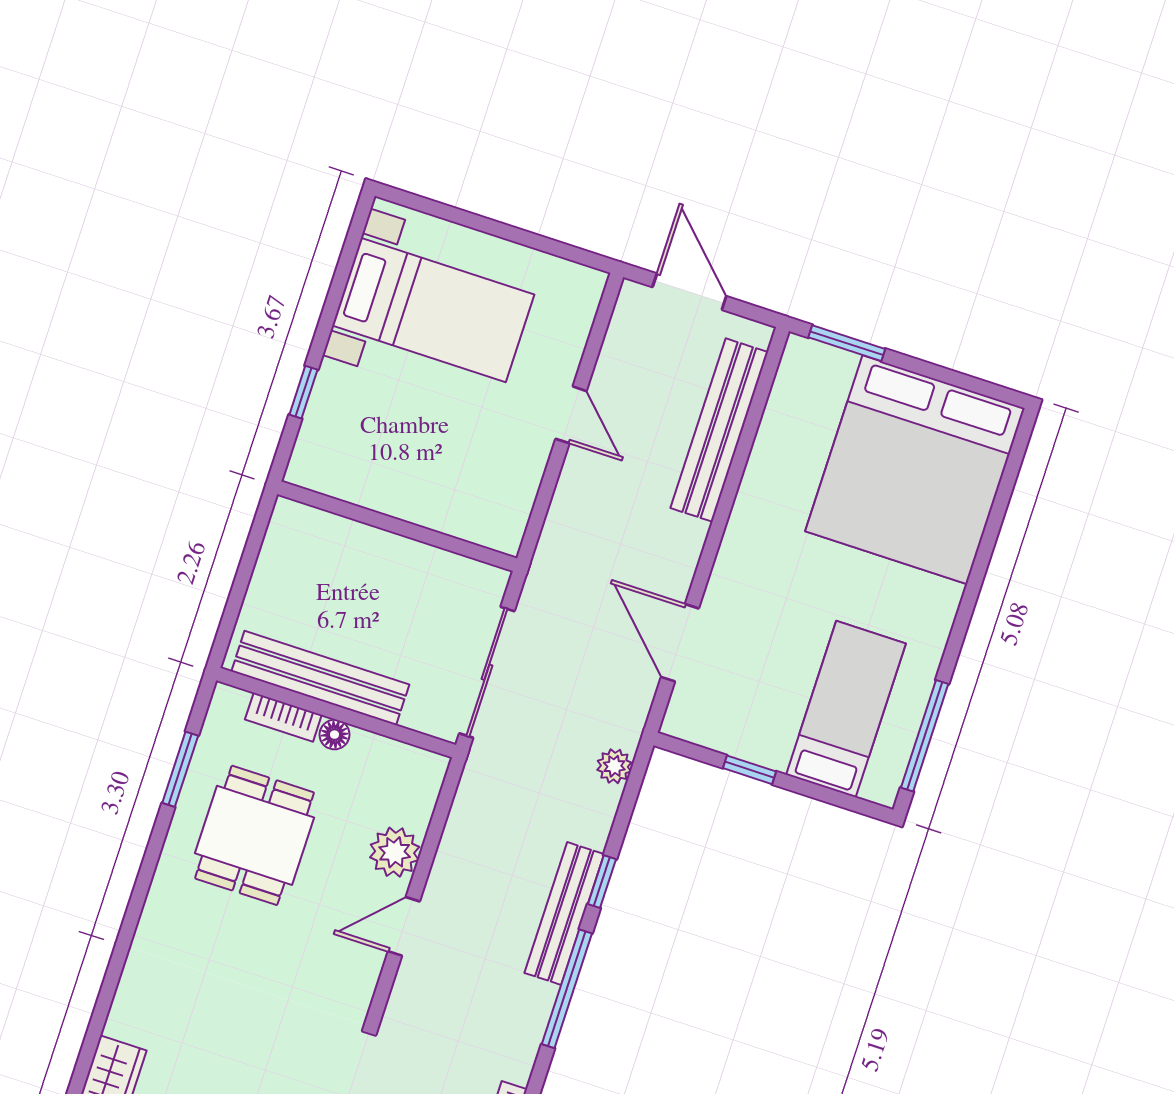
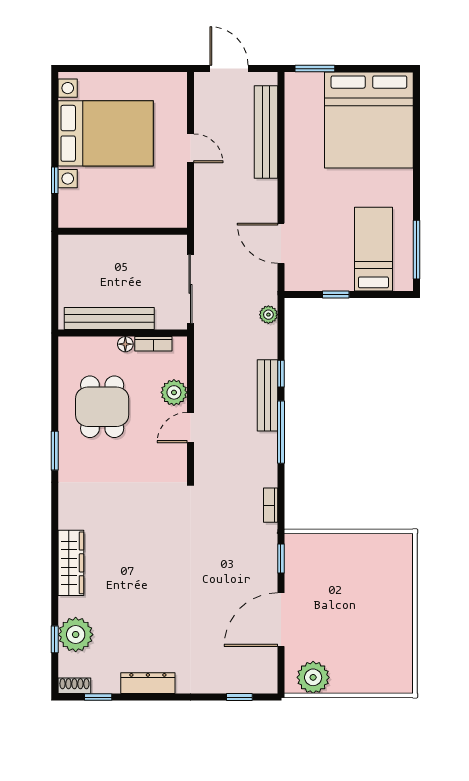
bed with nightstands: (433, 310) -> (106, 133), width x1.36
bookcase: (283, 717) -> (153, 344), moved
window: (180, 769) -> (55, 451), moved

